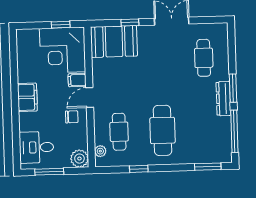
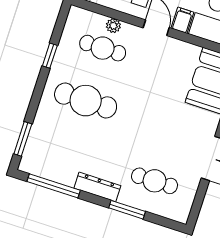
window: (233, 88) -> (127, 210), moved
plant: (100, 151) -> (113, 26), moved

